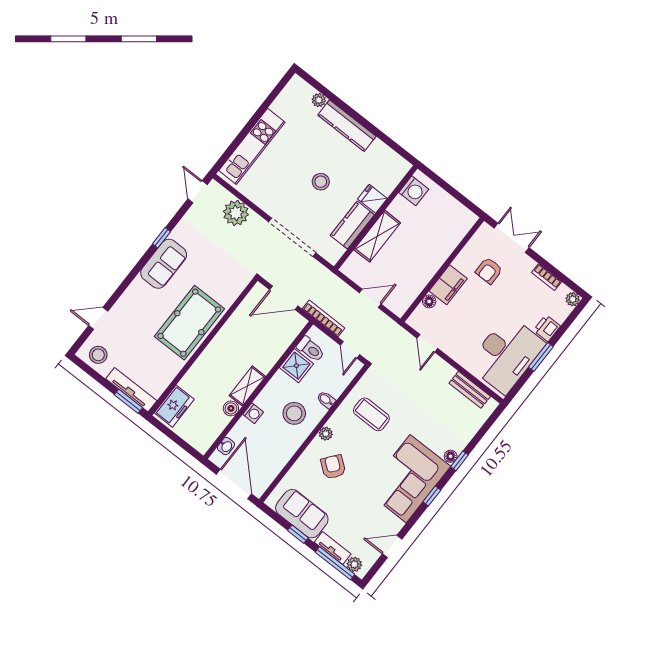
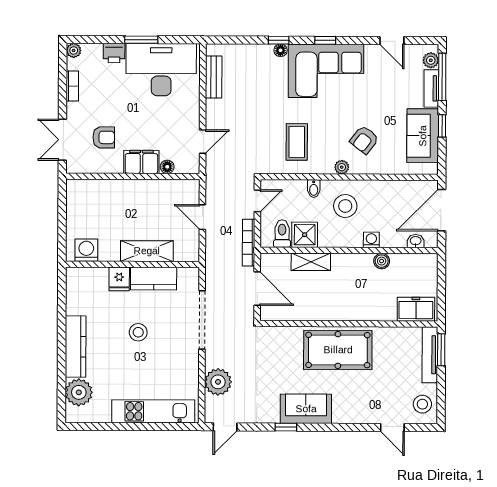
plant: (319, 100) -> (79, 392), width x1.88, depth x1.88
shelving: (247, 386) -> (311, 262), moved

